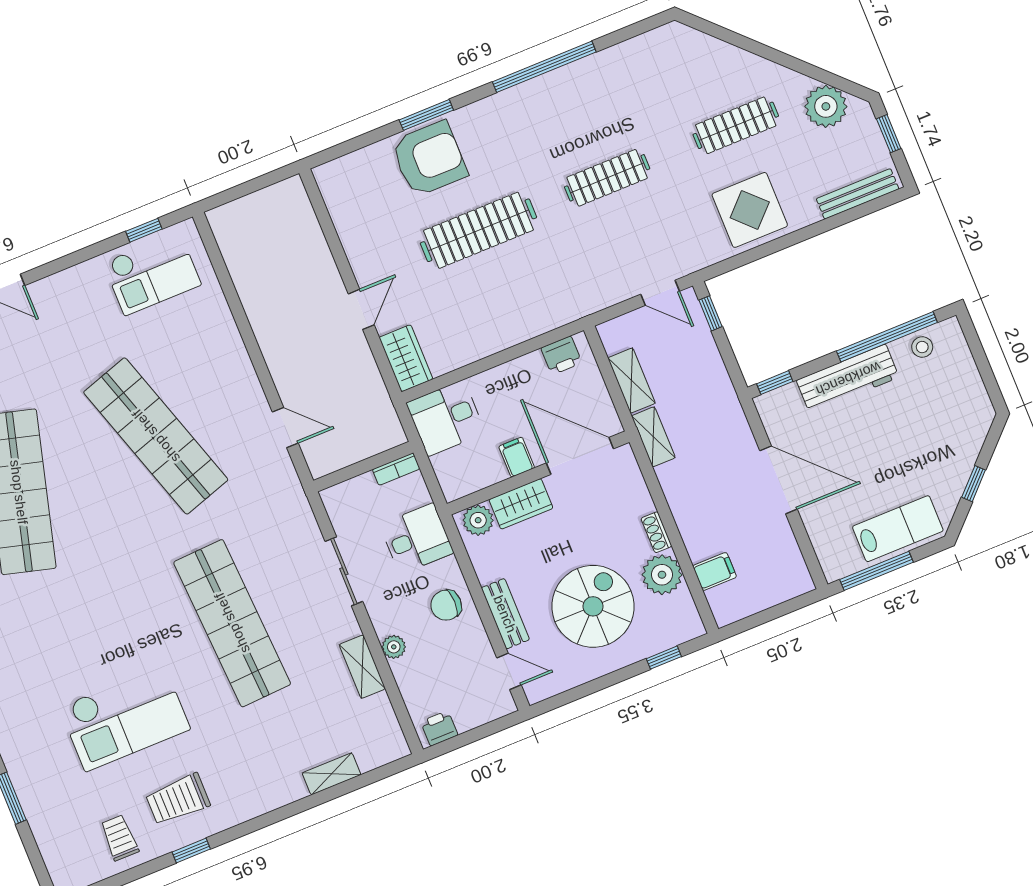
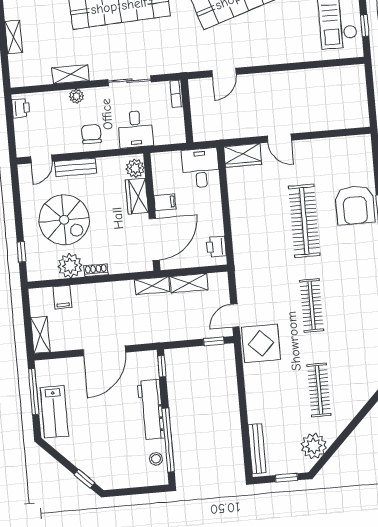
display table: (750, 210) -> (261, 343), moved
bookcase: (396, 469) -> (177, 94), moved
window: (974, 484) -> (84, 479), moved
shelving: (784, 588) -> (40, 335), added

